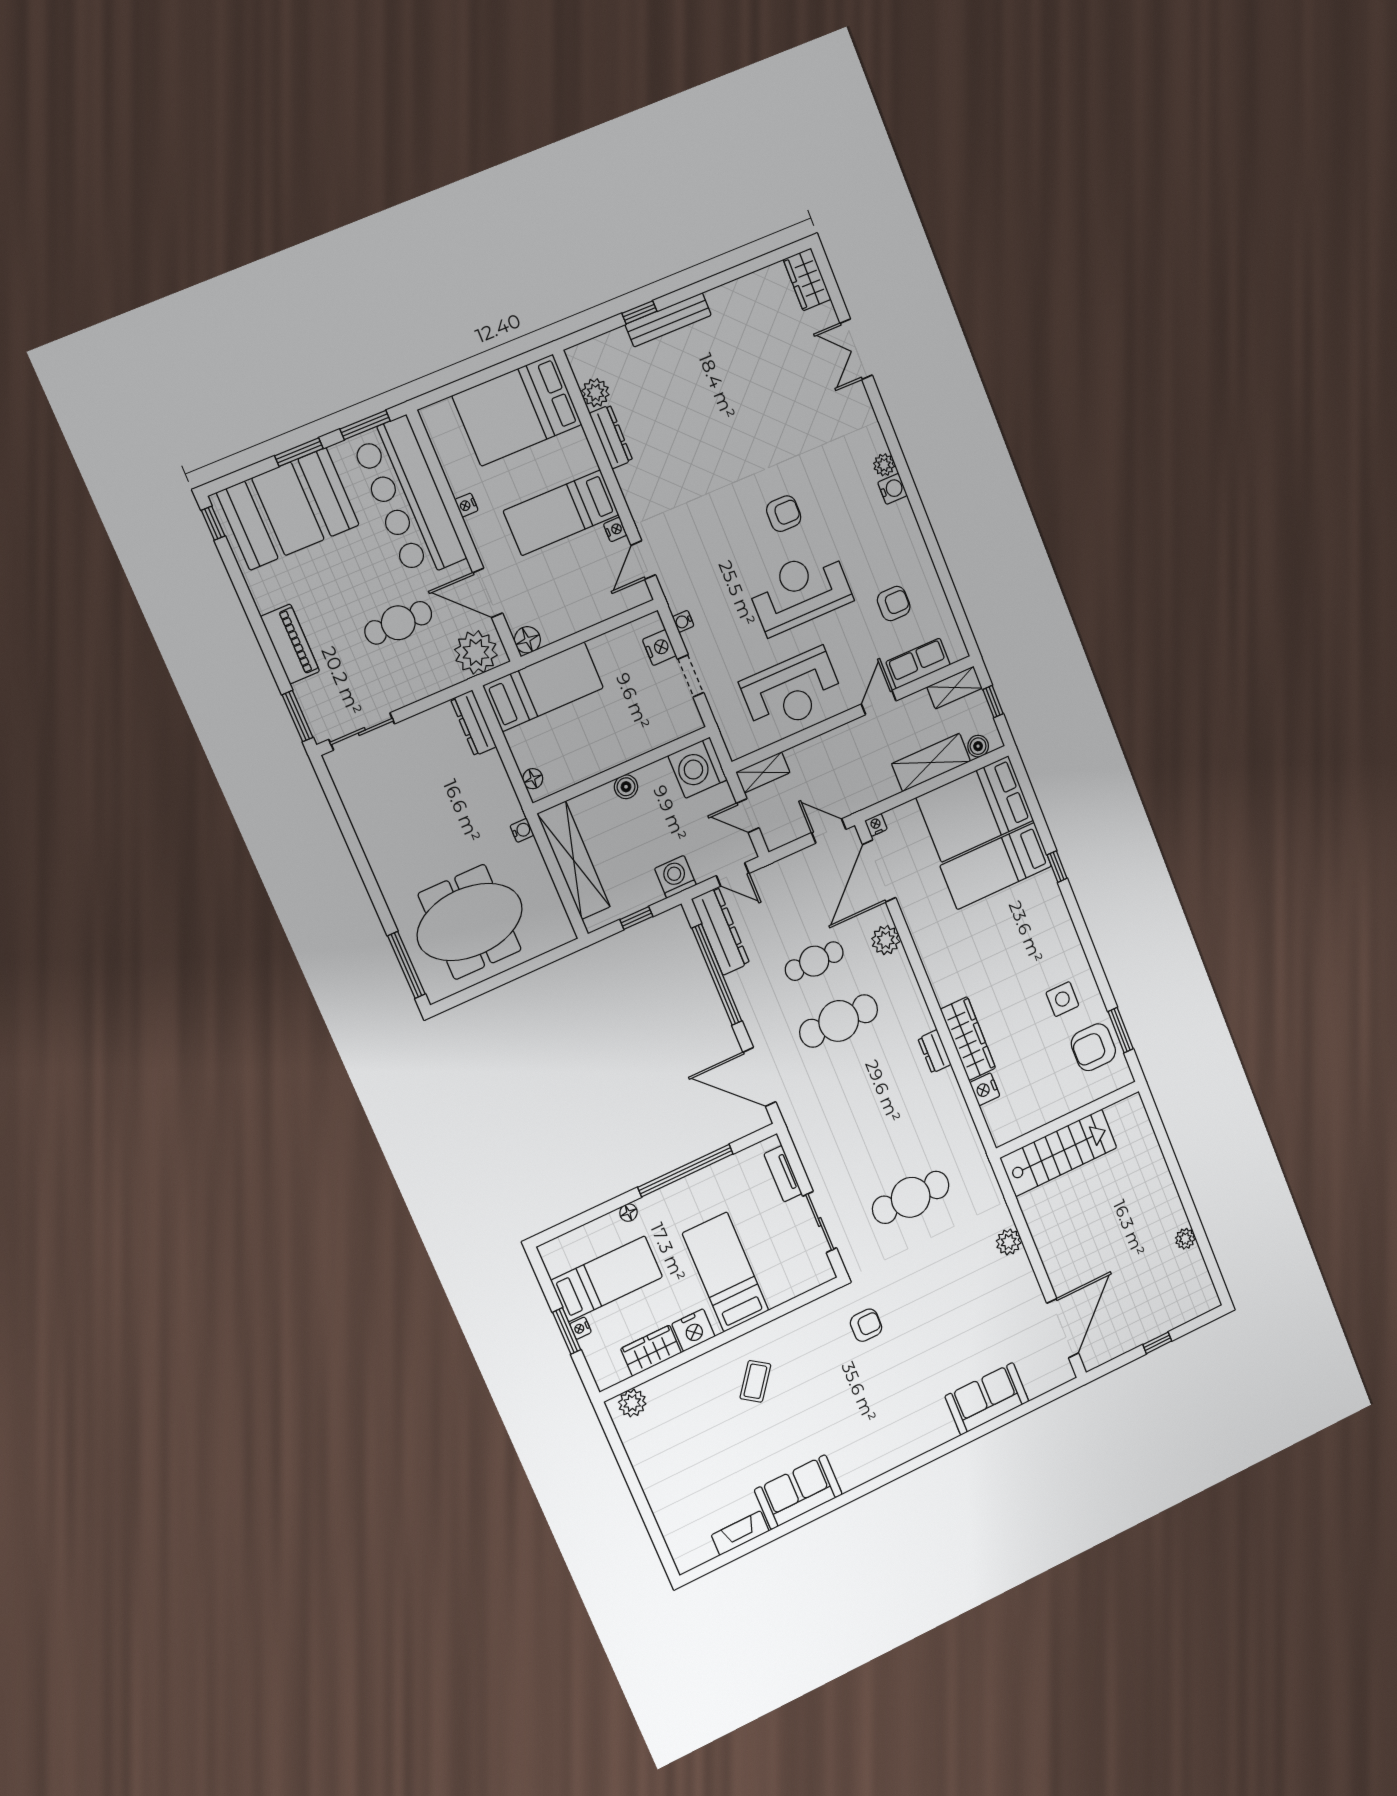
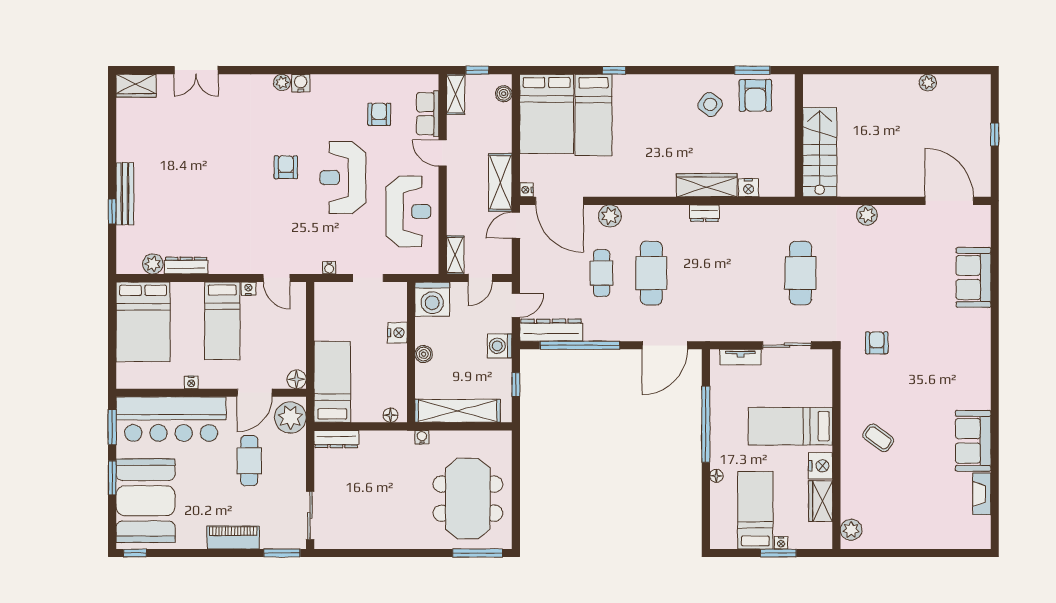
nightstand: (659, 648) -> (397, 333), moved, turned 90
shelving: (931, 762) -> (500, 182), moved
side table: (1062, 999) -> (710, 104), turned 37

